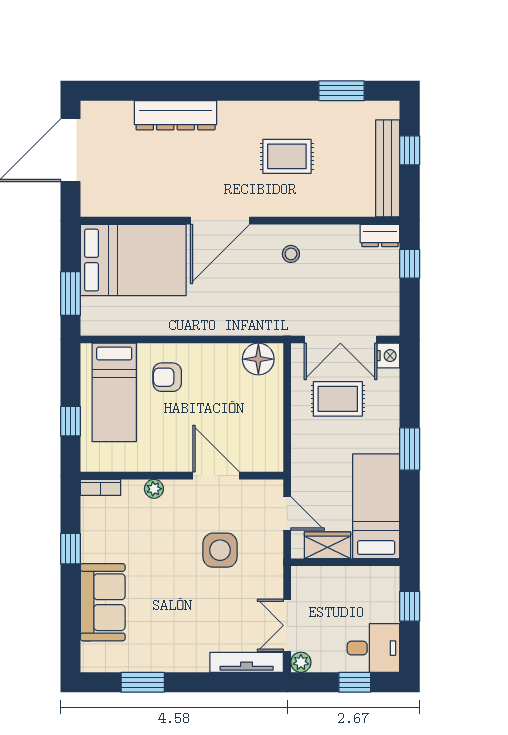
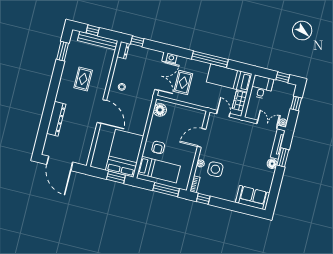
bed: (133, 260) -> (125, 153), moved
window: (71, 421) -> (166, 190), width x2.17
window: (410, 449) -> (210, 59), width x2.11
door: (287, 513) -> (223, 114), hinge flipped
window: (71, 549) -> (203, 199), moved
side table: (220, 550) -> (215, 169), moved
sofa: (103, 602) -> (253, 198), moved
window: (410, 606) -> (283, 77), moved
double door: (287, 625) -> (267, 124), swing flipped
desk: (373, 648) -> (262, 87), moved
floor lamp: (196, 660) -> (272, 164), added
window: (143, 682) -> (283, 157), moved

